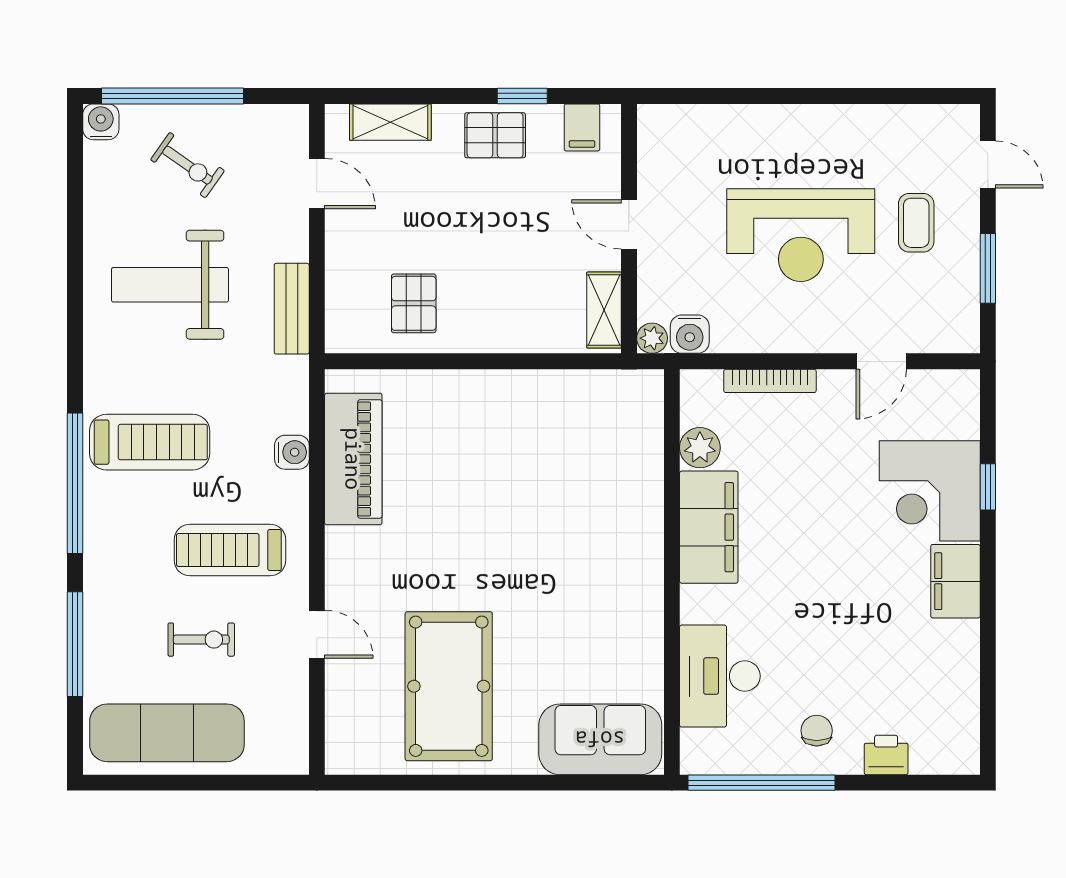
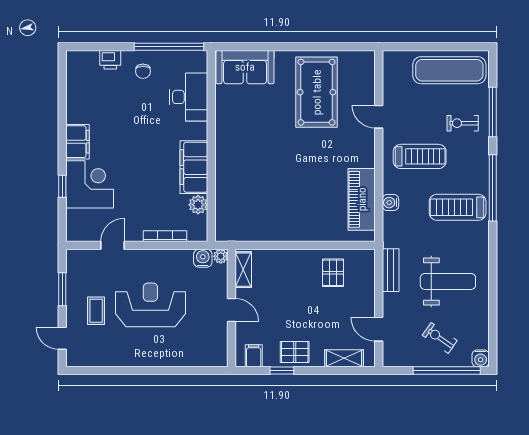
exercise bike: (201, 640) -> (463, 123), moved

